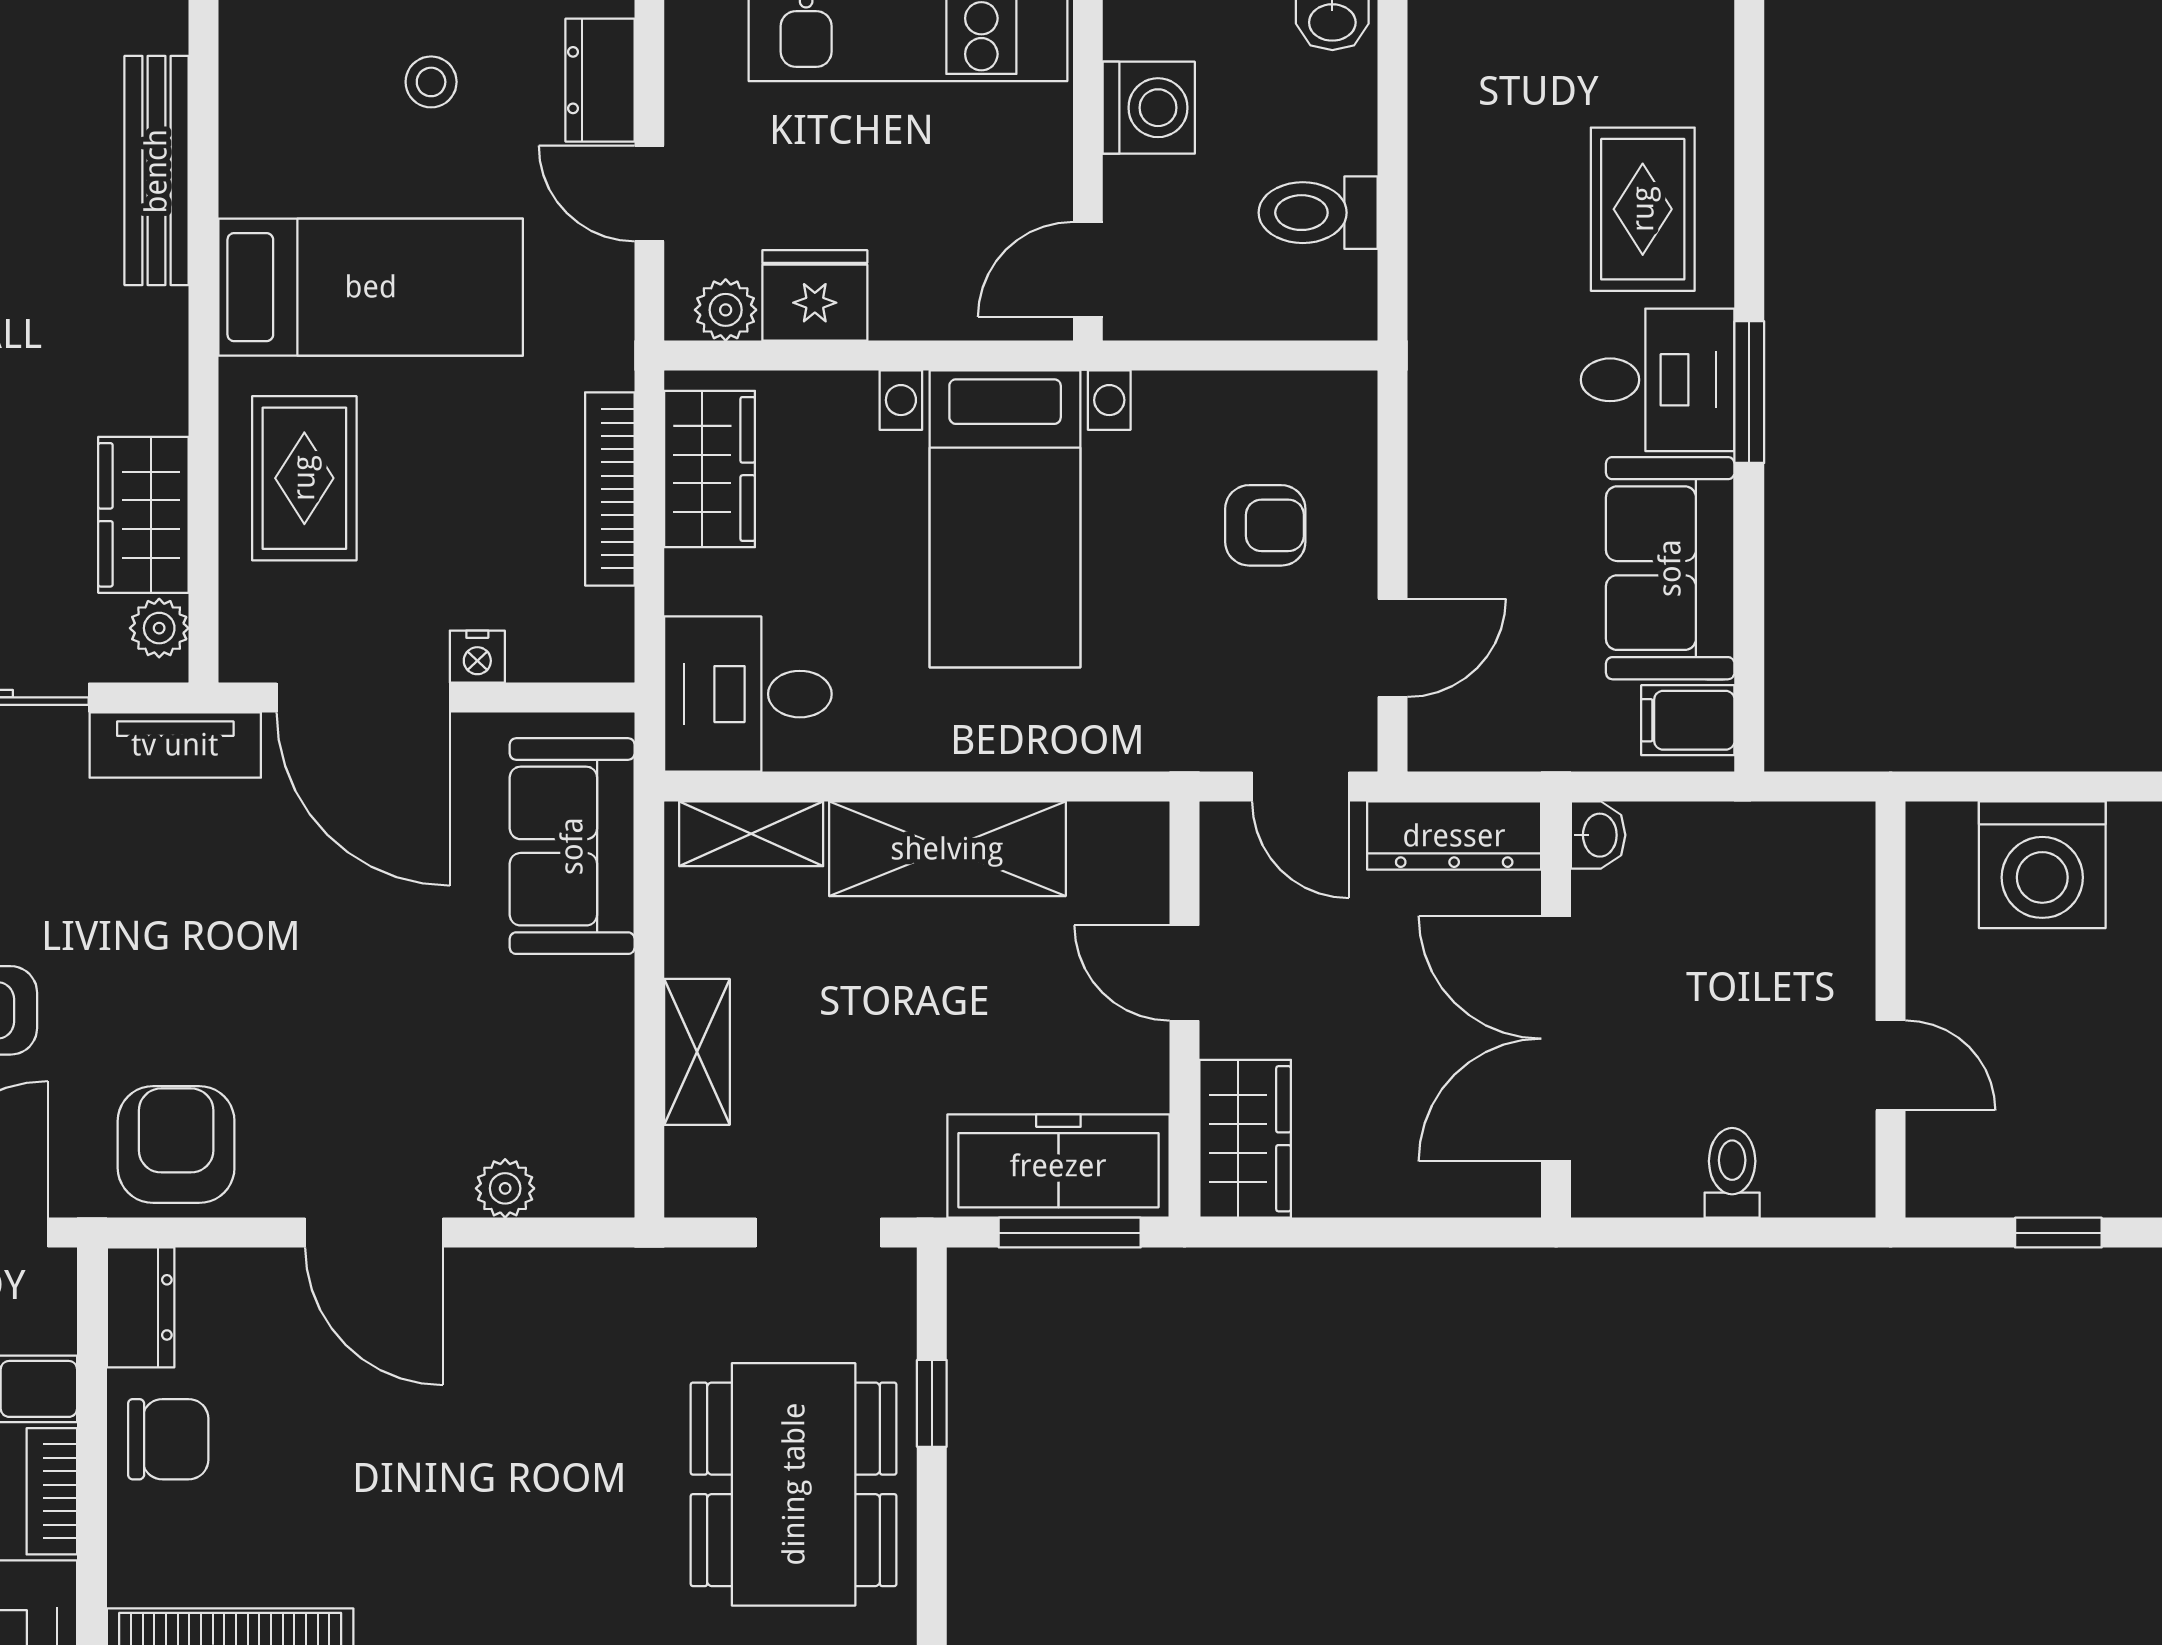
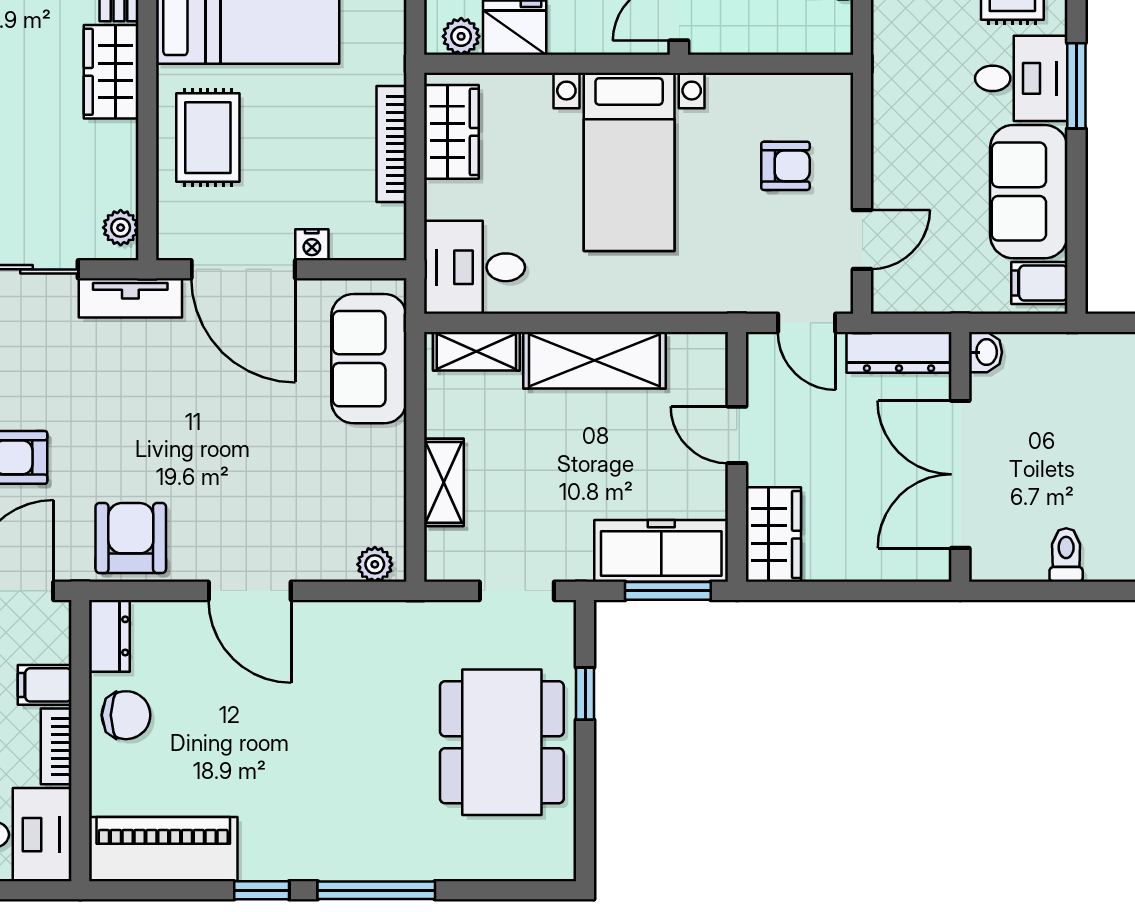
wardrobe: (143, 515) -> (111, 72), moved
plant: (505, 1188) -> (375, 564), moved

